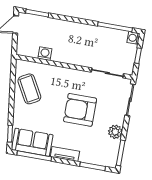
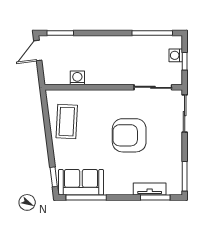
washing machine: (133, 38) -> (176, 55), moved
coffee table: (29, 89) -> (67, 122), turned 32
plant: (115, 132) -> (174, 153), removed
tv unit: (65, 154) -> (150, 189), moved

